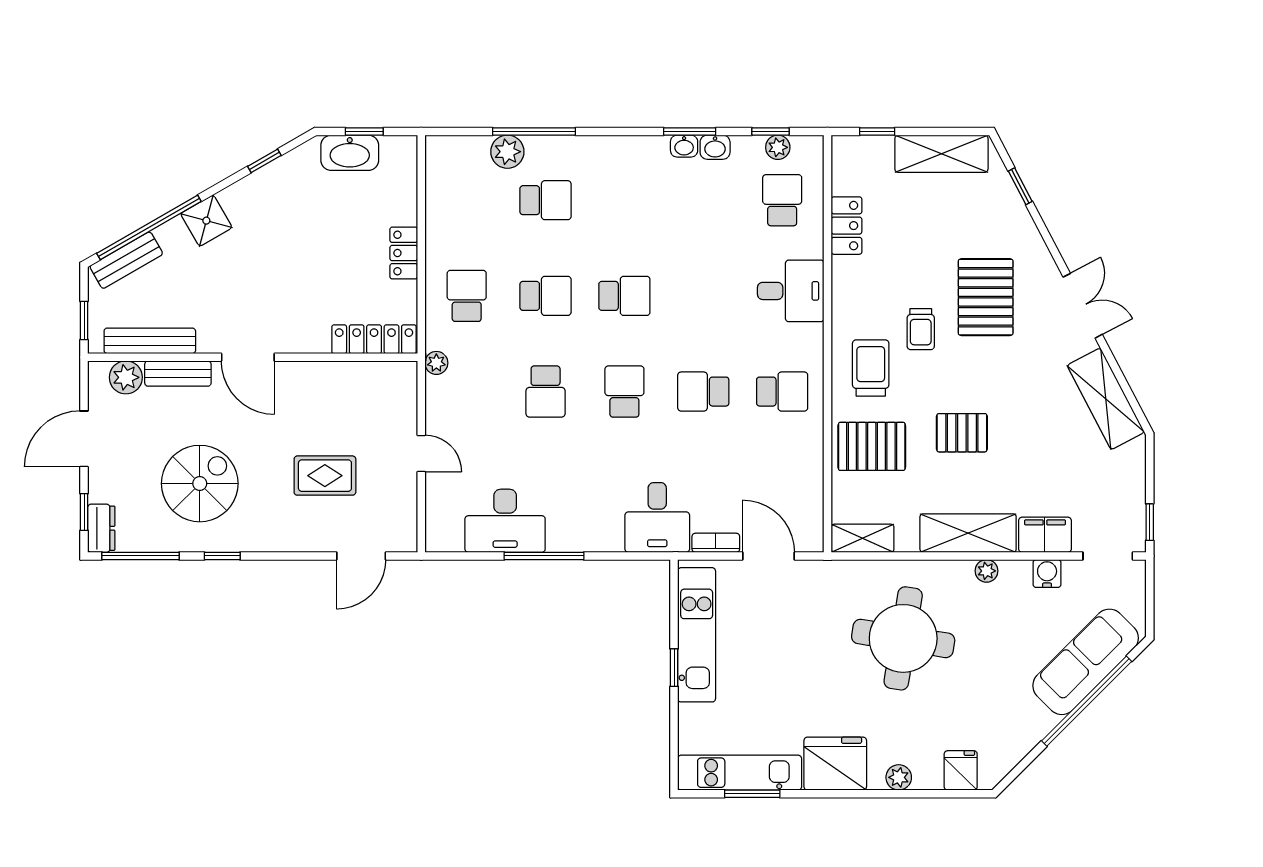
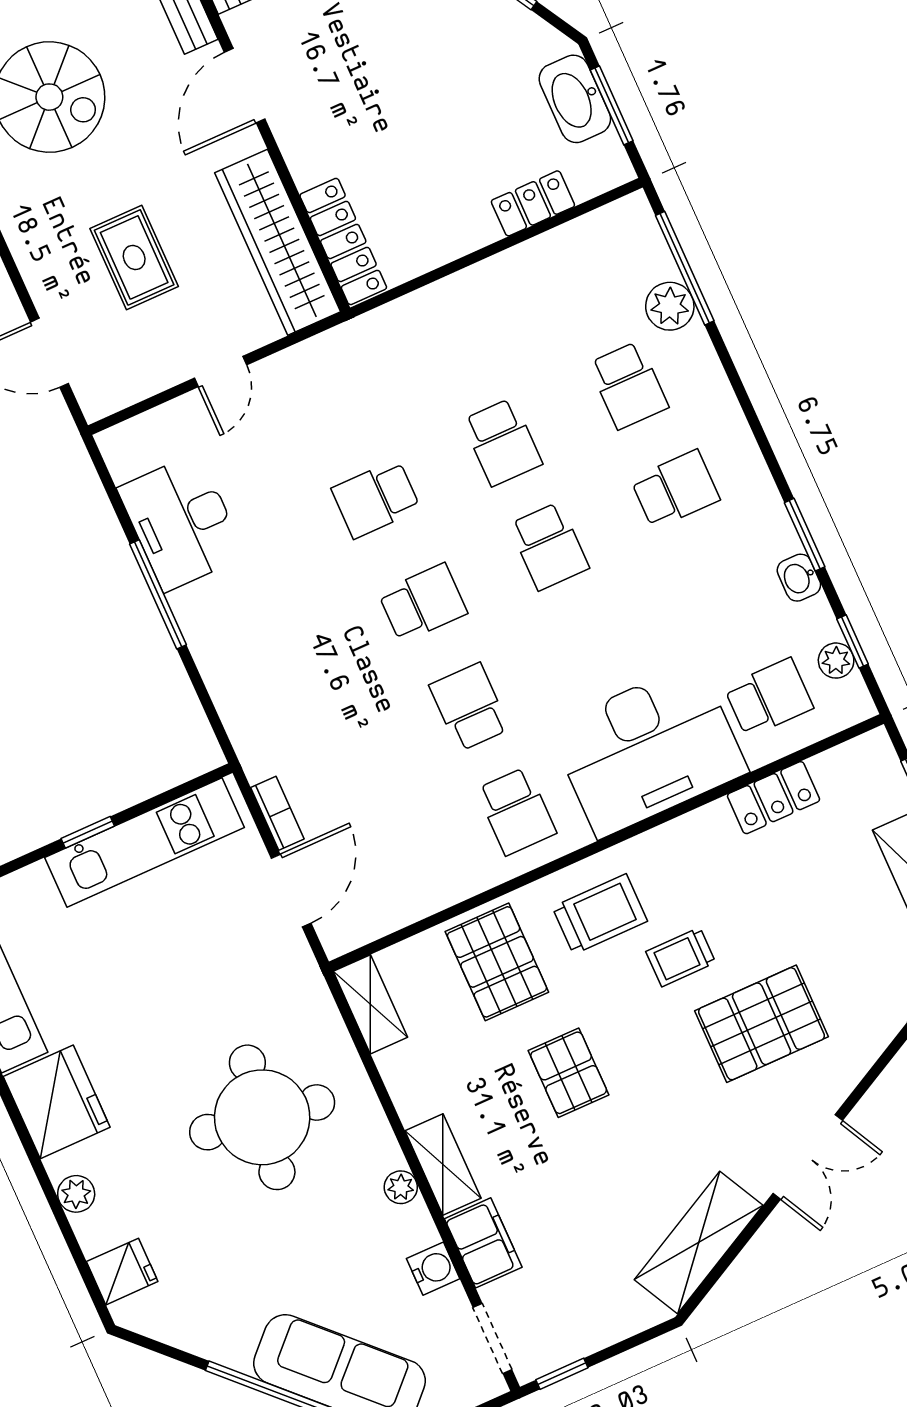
window: (364, 131) -> (612, 105), width x1.50
window: (534, 131) -> (685, 268), moved
washbasin: (684, 146) -> (782, 536), removed
locker: (404, 253) -> (533, 203), moved
desk: (791, 291) -> (648, 750), width x1.87, depth x1.30
school desk: (467, 296) -> (675, 489), moved
plant: (436, 363) -> (349, 338), removed
wardrobe: (356, 381) -> (278, 242), added
desk: (657, 517) -> (276, 721), removed
shelving: (968, 533) -> (443, 1164), width x0.67, depth x0.75

